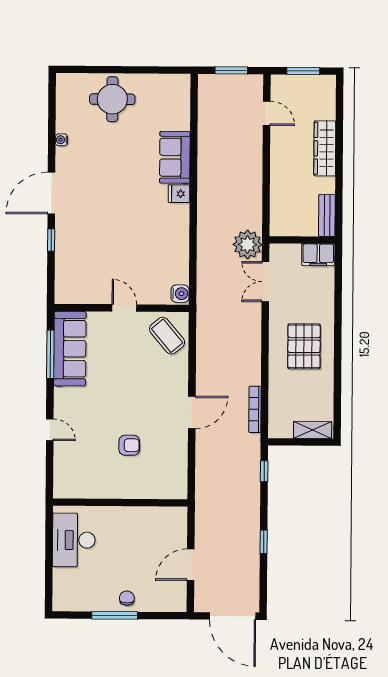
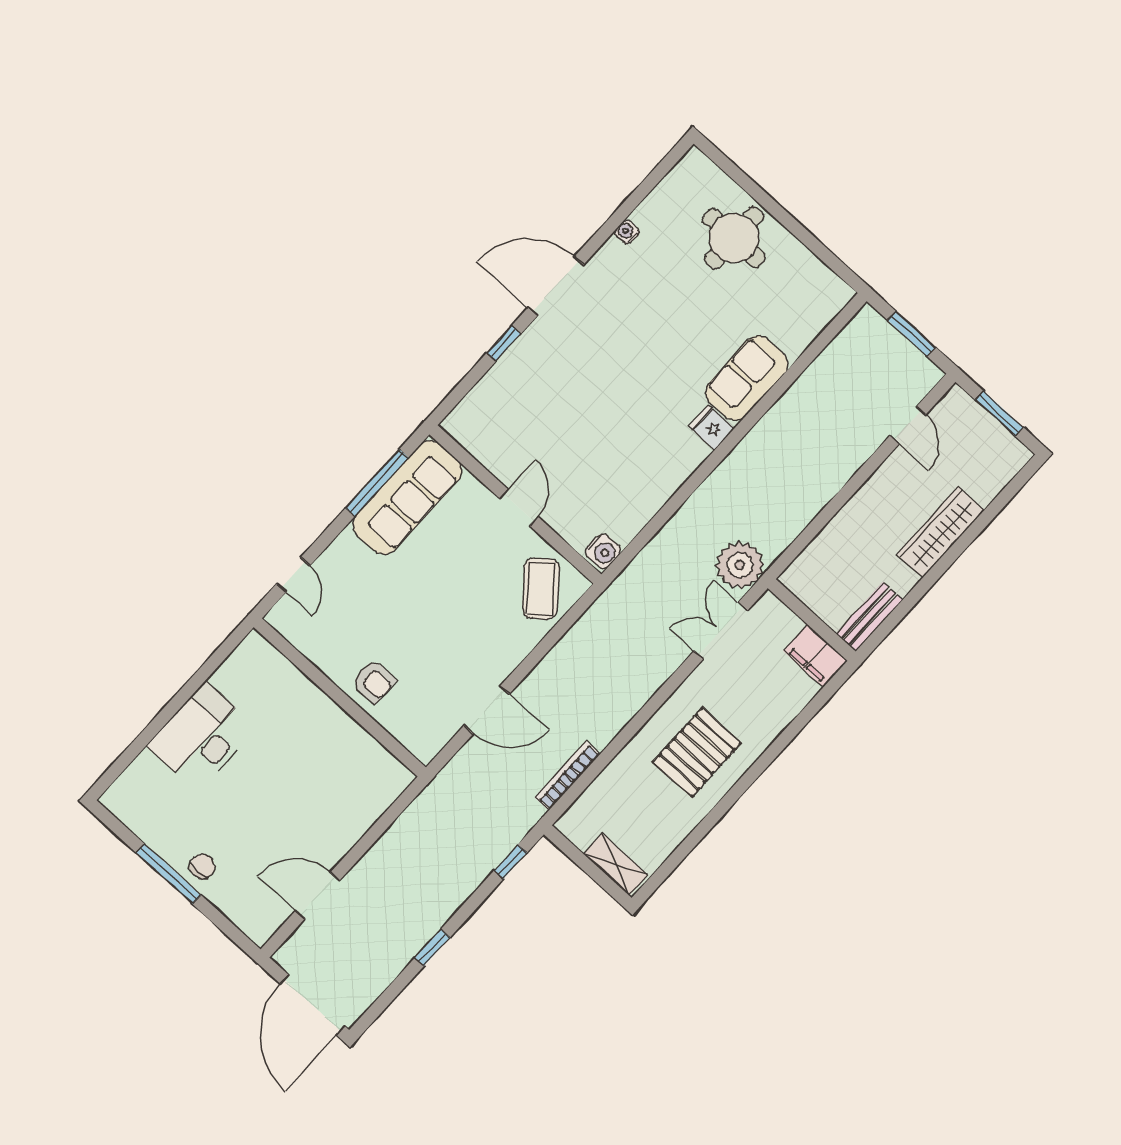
wall: (120, 503) -> (340, 697), moved

